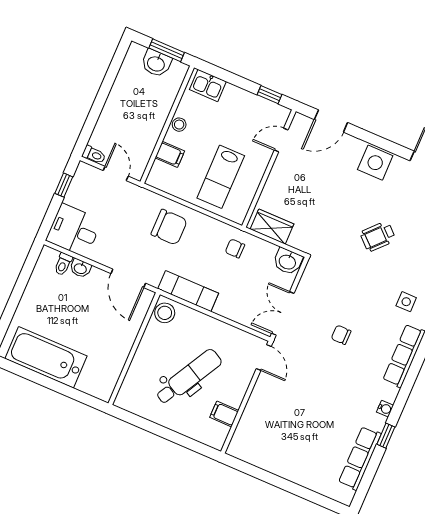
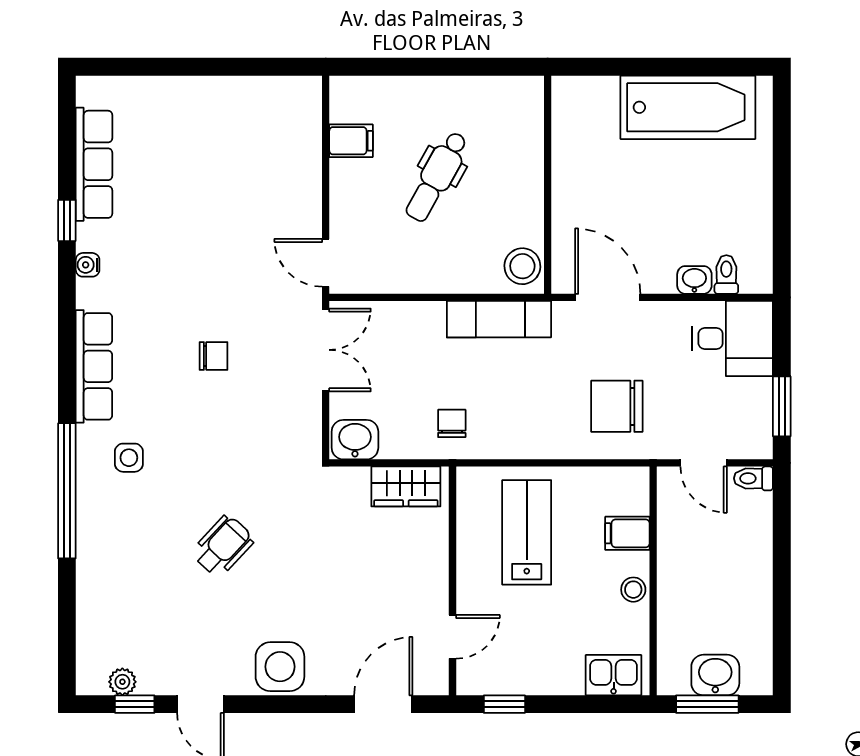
window: (64, 185) -> (782, 406), width x1.50
chair: (169, 227) -> (617, 406), moved
chair: (235, 249) -> (452, 423), turned -90
dental chair: (189, 377) -> (437, 177), width x0.73, depth x0.72

